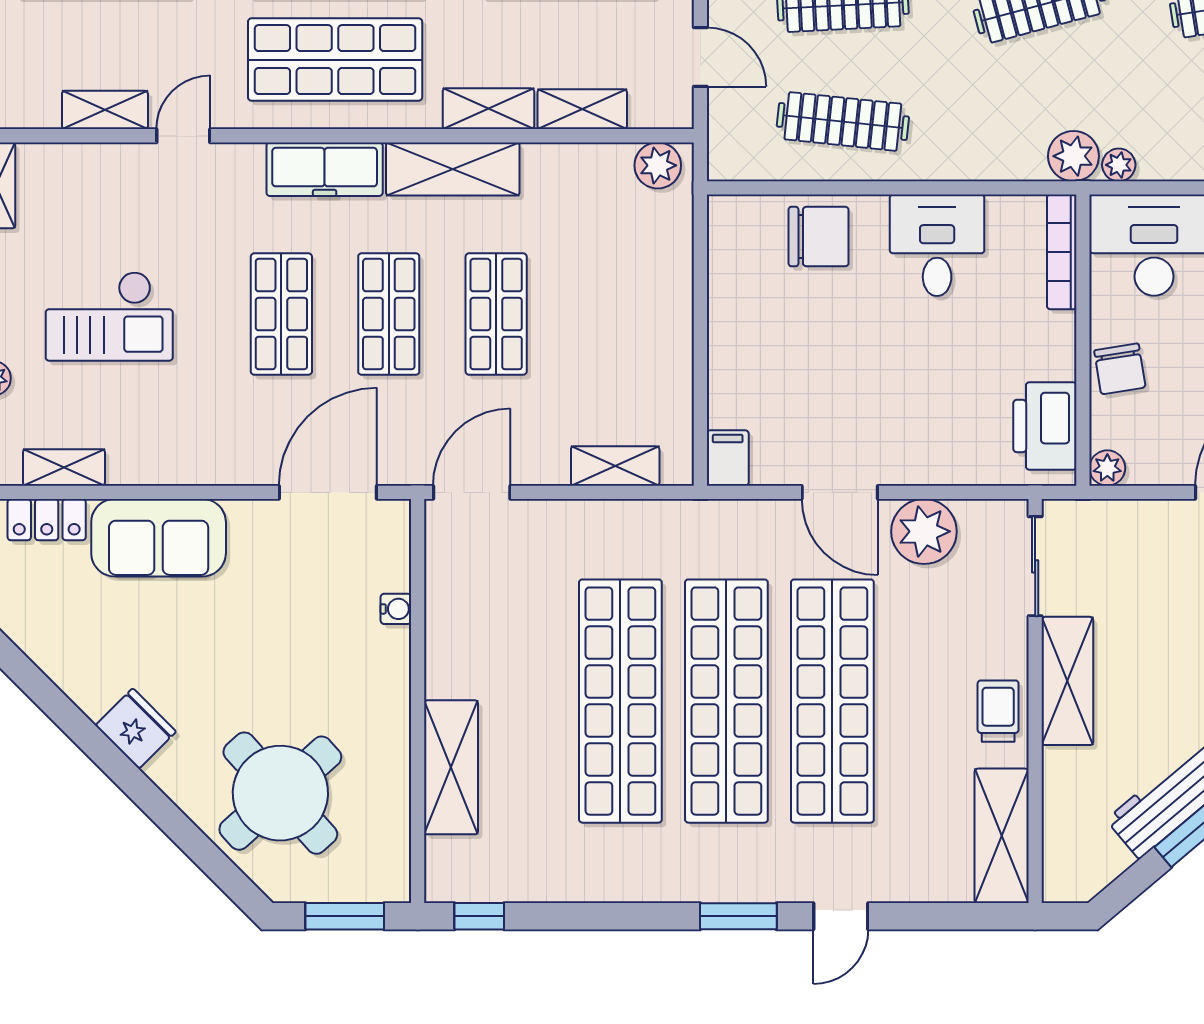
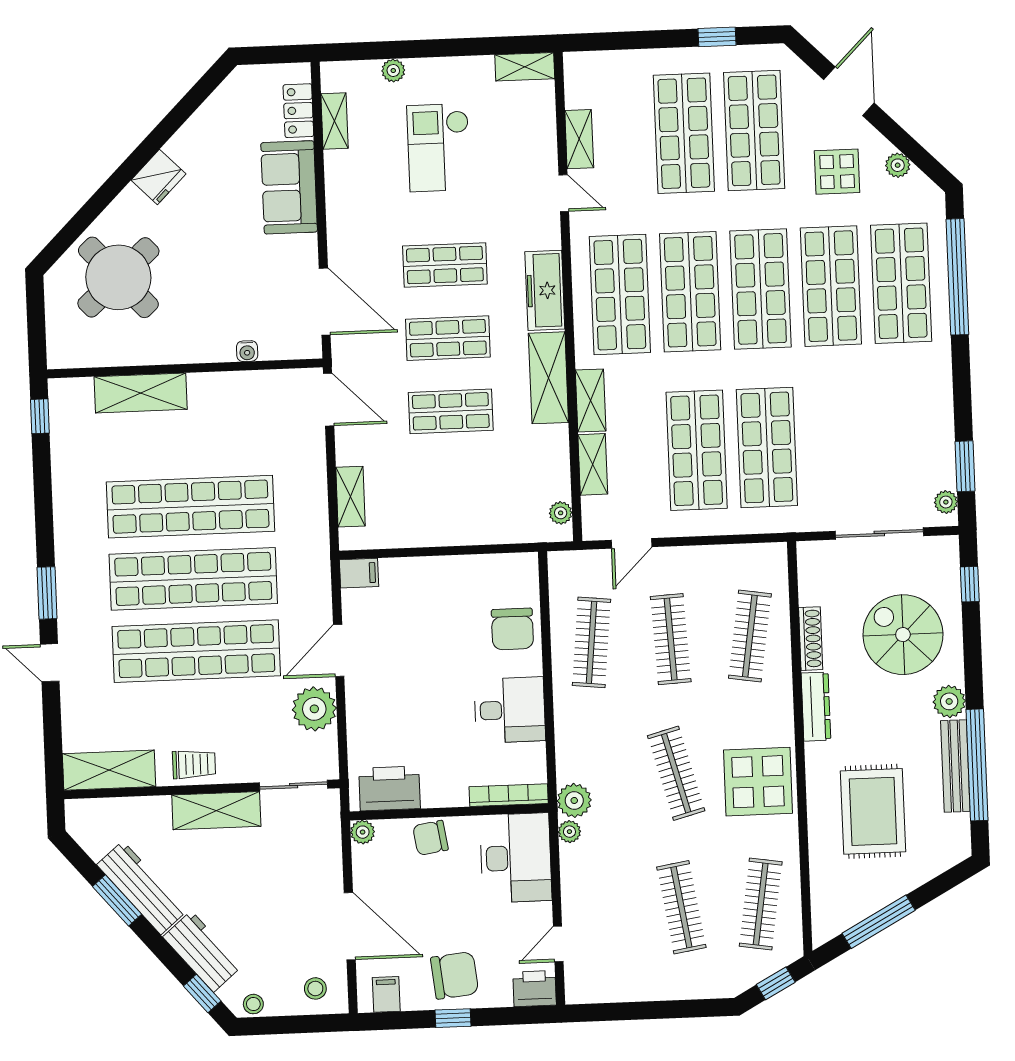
plant: (658, 165) -> (561, 513), width x0.73, depth x0.73
window: (345, 916) -> (36, 325), removed

